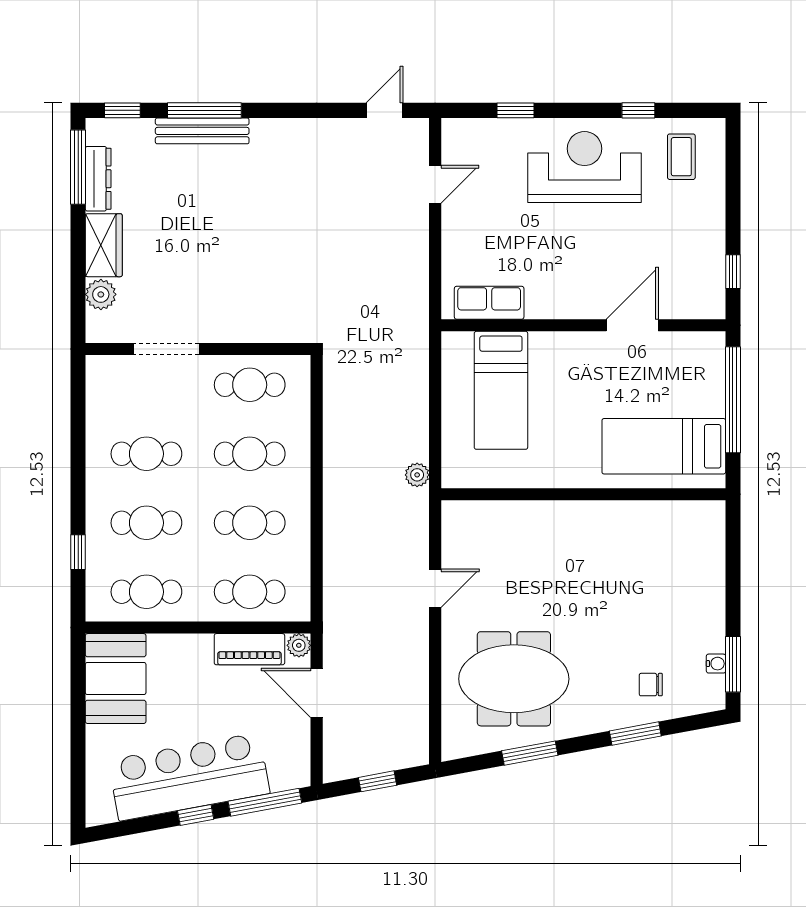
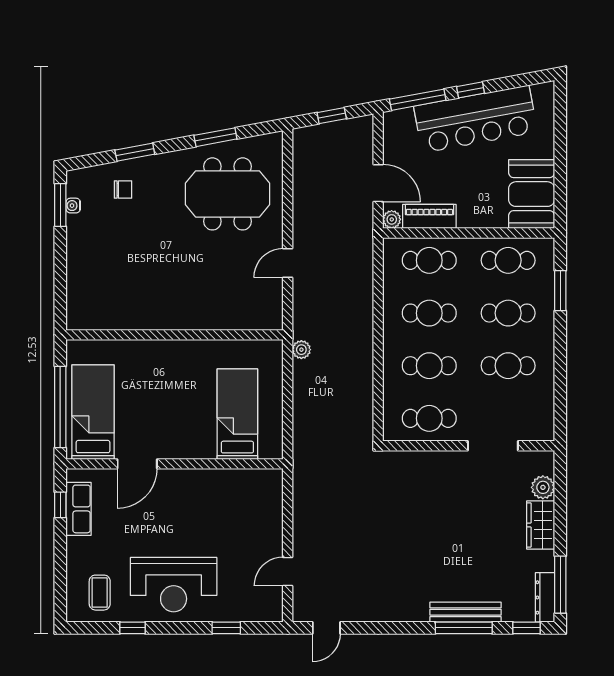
dresser: (98, 179) -> (545, 597), moved
row of seats: (489, 303) -> (79, 509), moved, turned -90
bed: (664, 446) -> (93, 412), moved, turned -90
window: (78, 552) -> (560, 291), width x1.50

